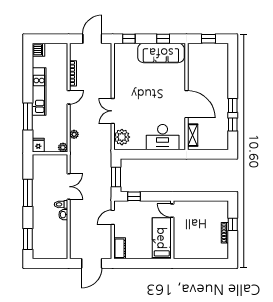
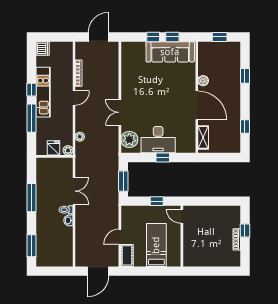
window: (129, 39) -> (153, 37), moved
boiler: (193, 81) -> (203, 81), added
window: (28, 89) -> (31, 90), added
window: (233, 105) -> (245, 76), moved
desk: (163, 137) -> (158, 140), moved
fridge: (38, 145) -> (53, 148), moved
window: (154, 154) -> (163, 158), added
window: (134, 196) -> (157, 201), moved
door: (113, 217) -> (120, 237), moved
bed: (162, 238) -> (156, 245), moved

